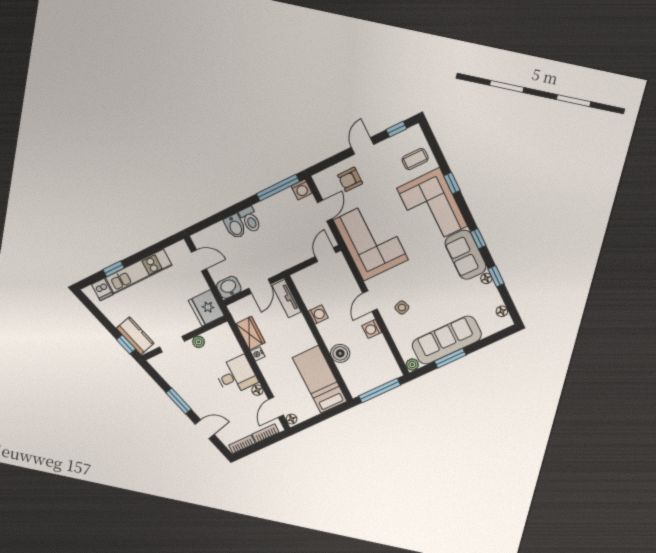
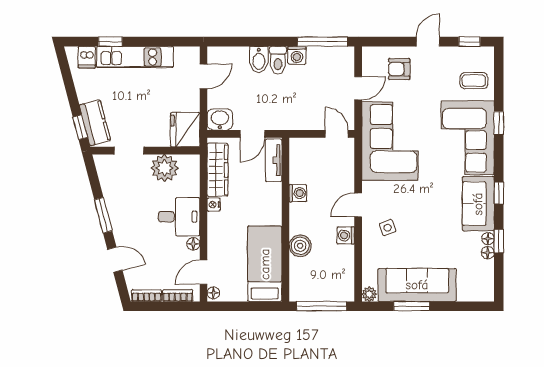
washing machine: (302, 189) -> (297, 55), moved
door: (326, 255) -> (337, 134), hinge flipped
door: (199, 261) -> (203, 76), hinge flipped
floor lamp: (502, 311) -> (488, 253), moved
wardrobe: (250, 333) -> (217, 170), width x1.50
plant: (199, 342) -> (165, 168), width x1.88, depth x1.88

